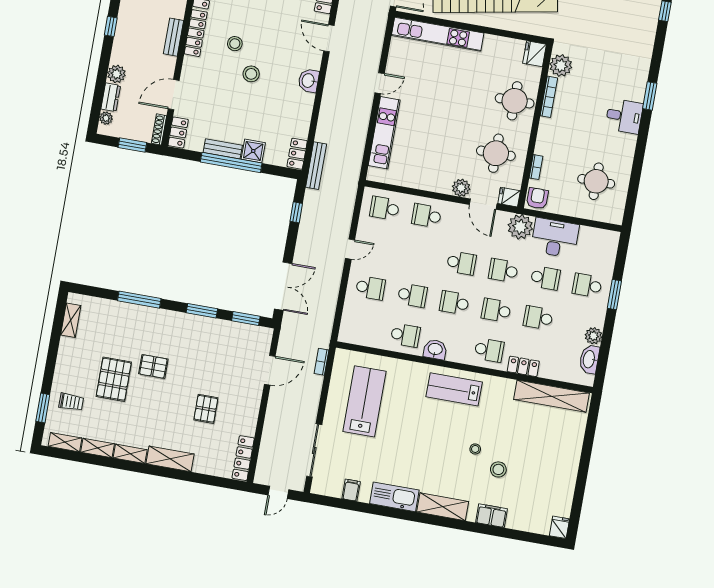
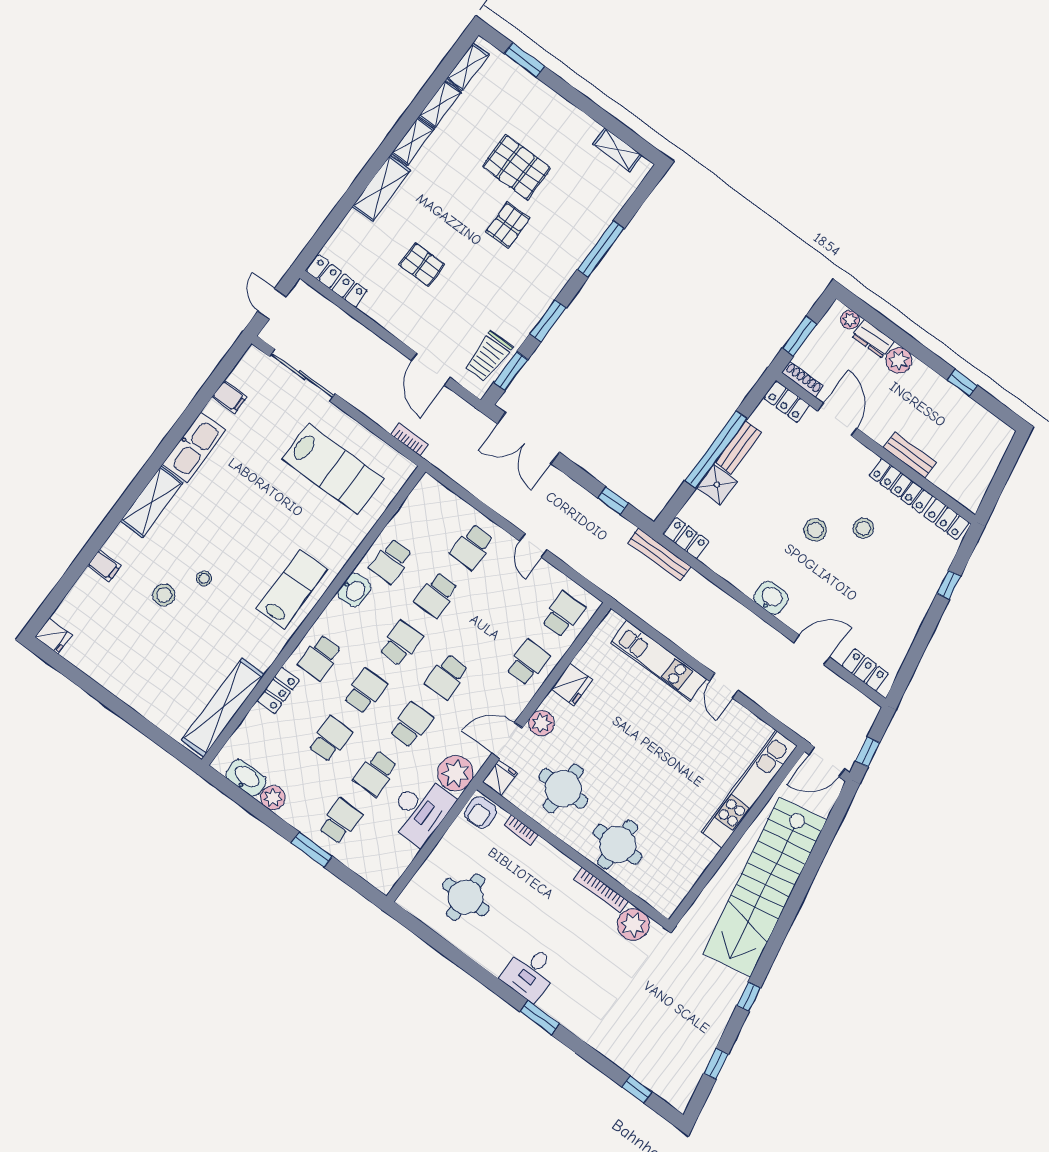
fridge: (535, 54) -> (572, 684), moved, turned 90
armchair: (537, 198) -> (481, 813), turned 90
trolley: (71, 402) -> (488, 357), moved, width x1.36, depth x1.39
filing cabinet: (491, 516) -> (104, 566), width x0.50

